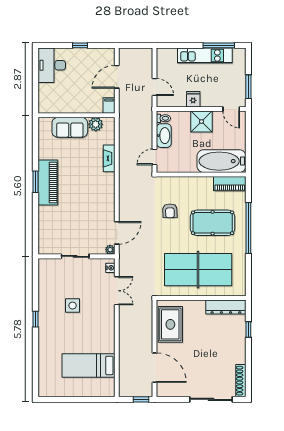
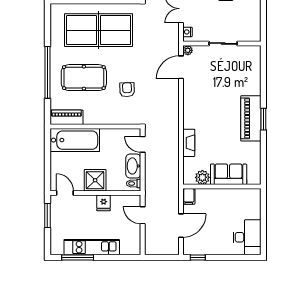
window: (80, 45) -> (198, 257), moved
door: (155, 157) -> (143, 144), swing flipped

